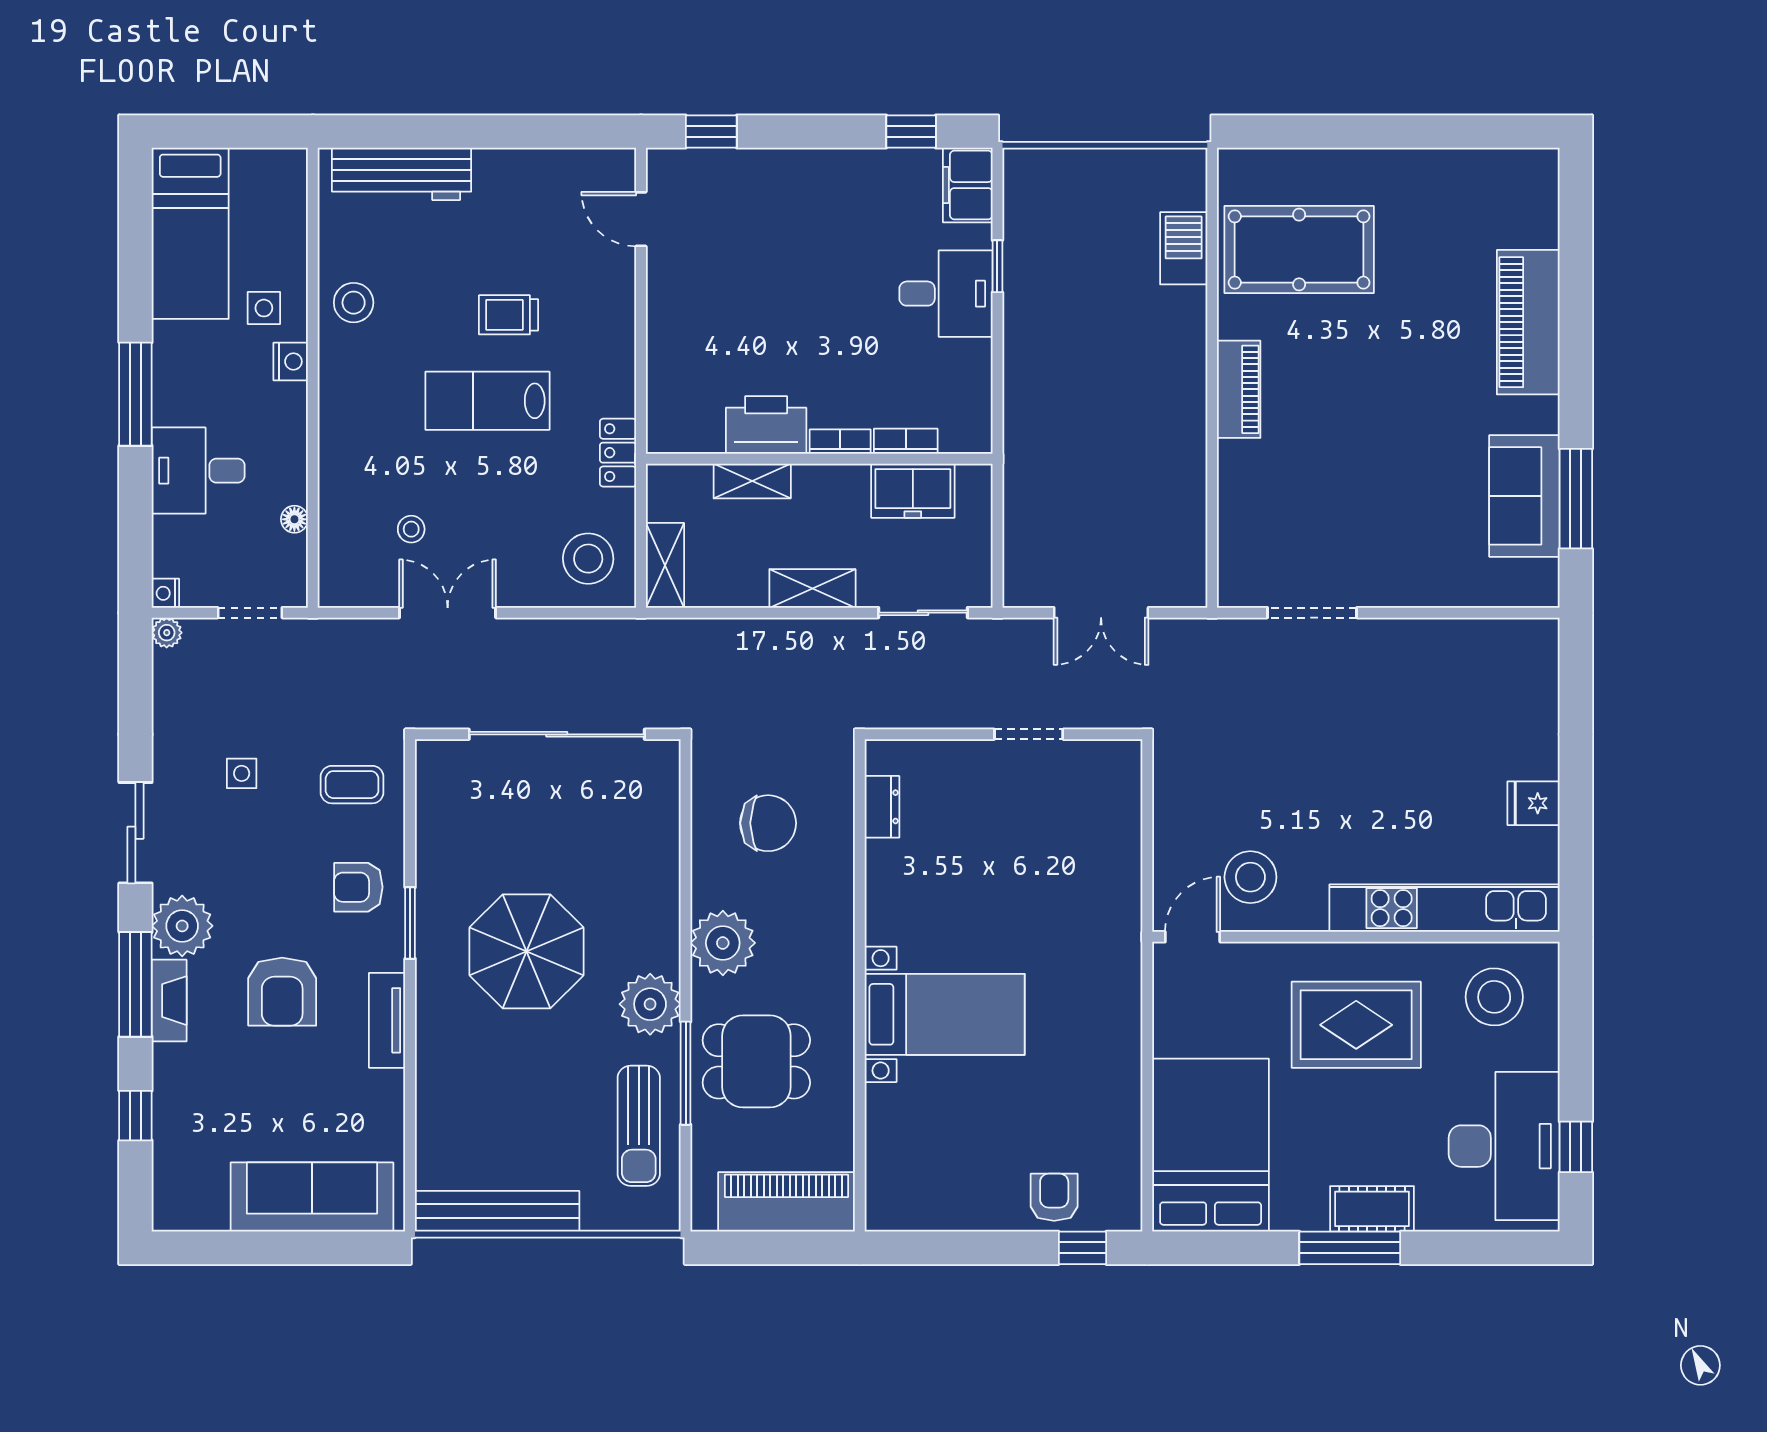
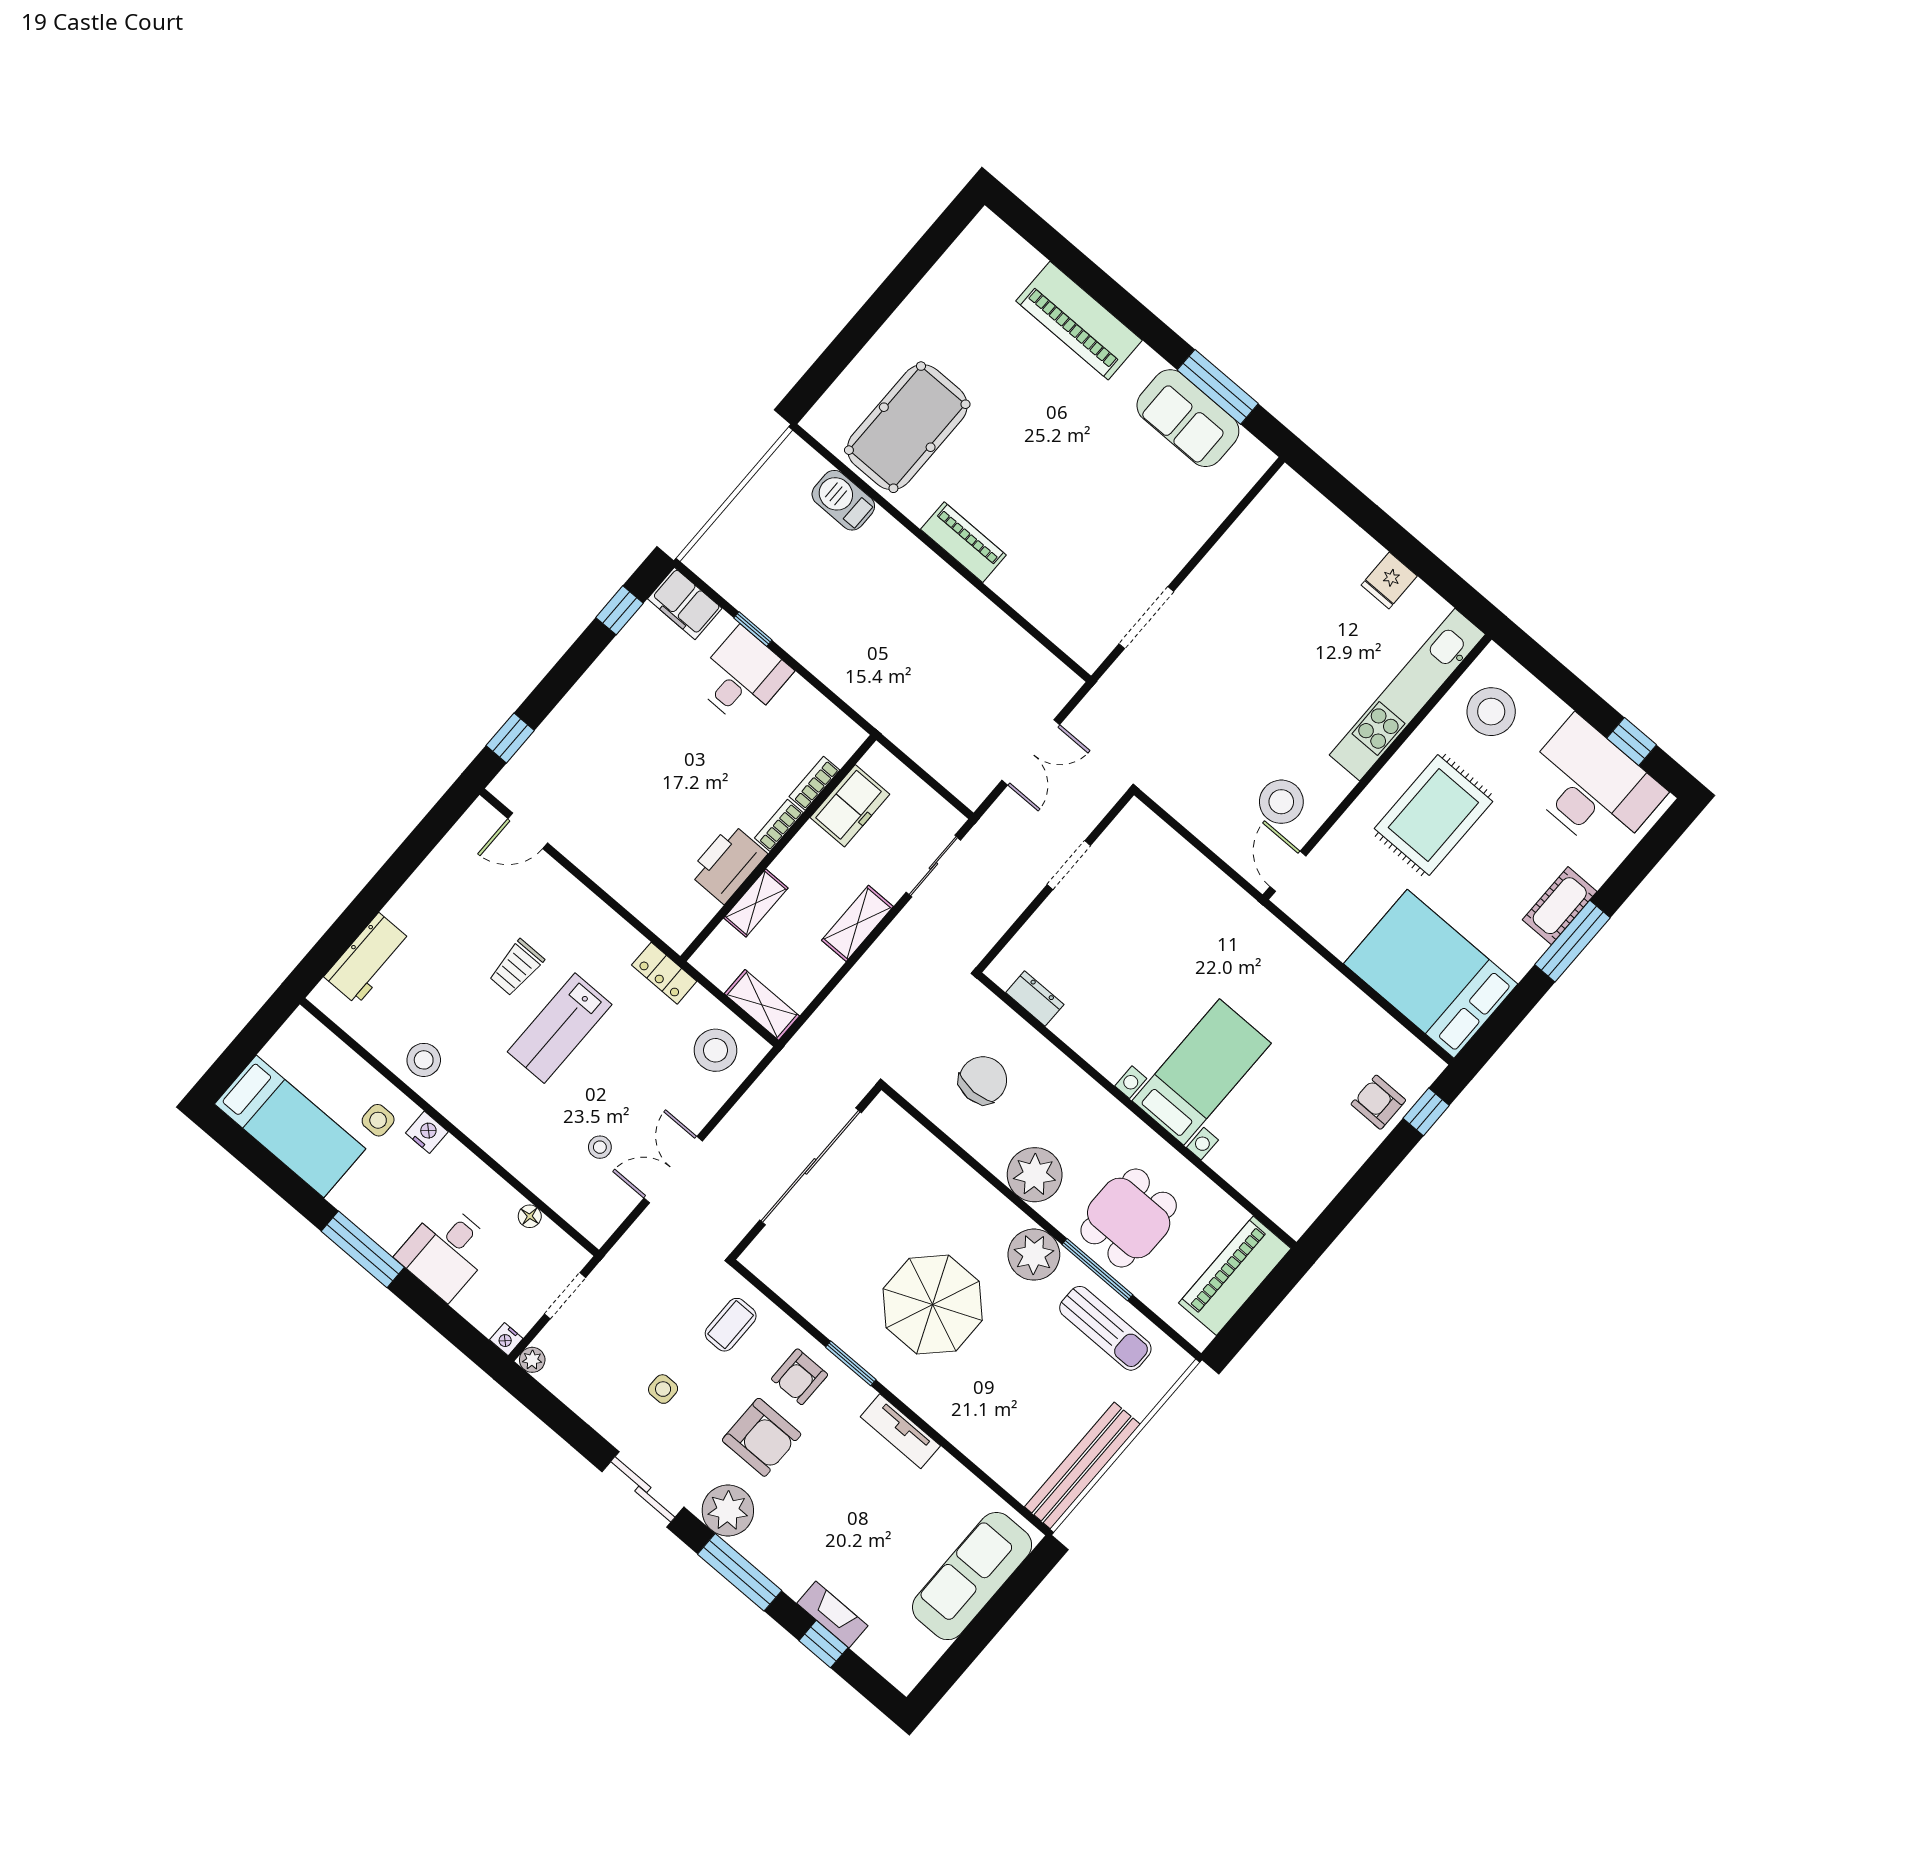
workbench: (402, 174) -> (368, 959), width x0.73
armchair: (282, 992) -> (762, 1437), moved
fireplace: (169, 1001) -> (832, 1615), moved

